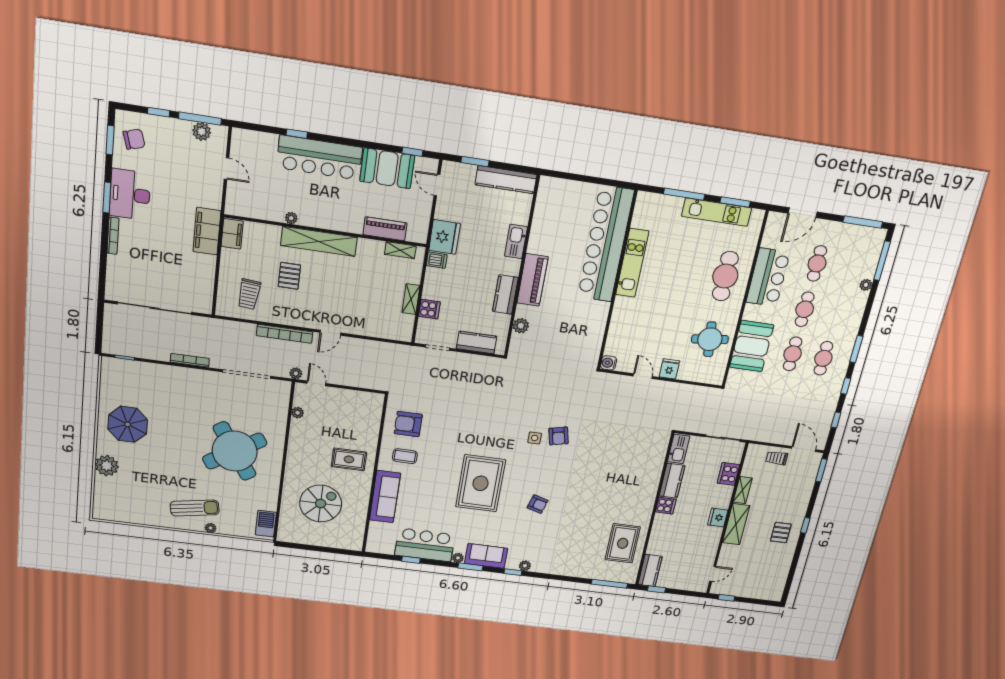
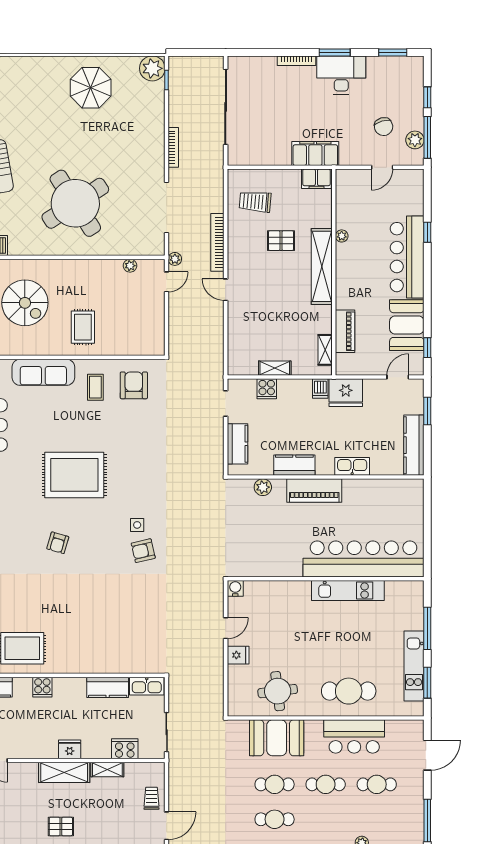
chair: (134, 139) -> (384, 127), moved
door: (803, 213) -> (427, 755), swing flipped
plant: (107, 466) -> (152, 68), moved
cooker: (666, 506) -> (42, 687), moved

